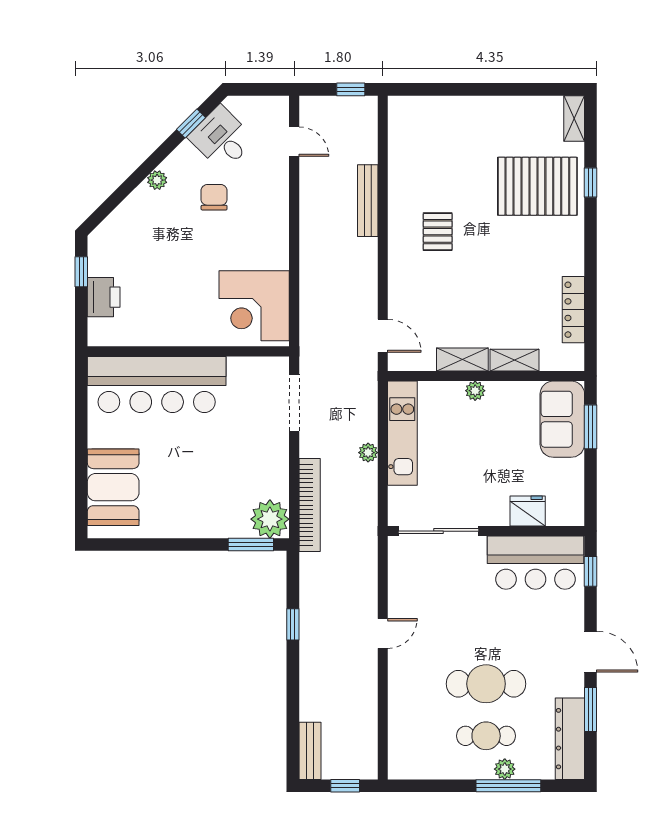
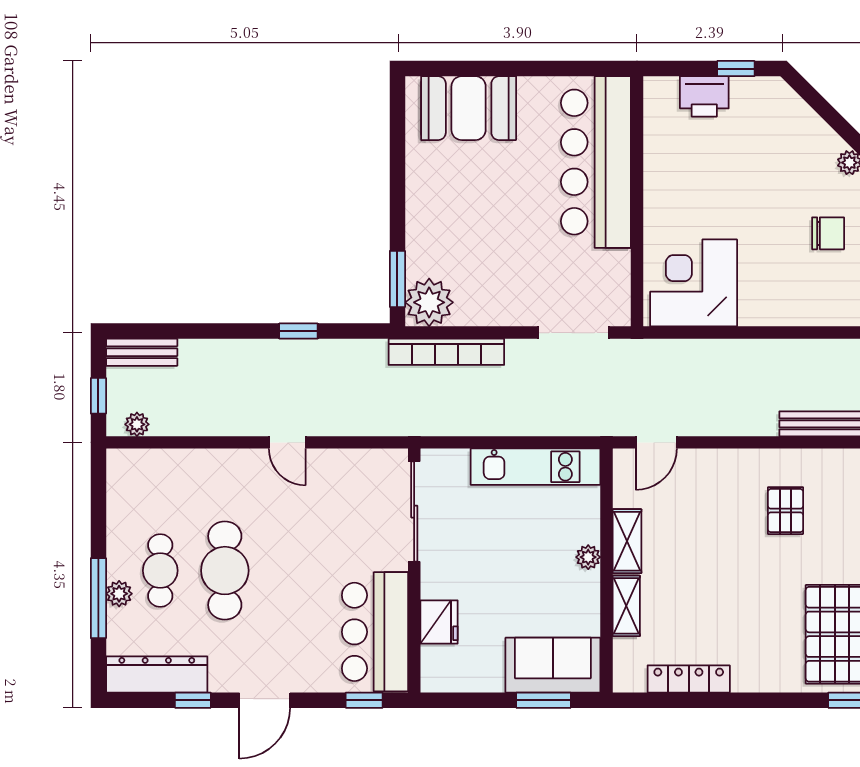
pallet: (438, 232) -> (786, 511), turned 90
plant: (368, 453) -> (137, 424), moved
window: (591, 710) -> (193, 700), width x0.67

